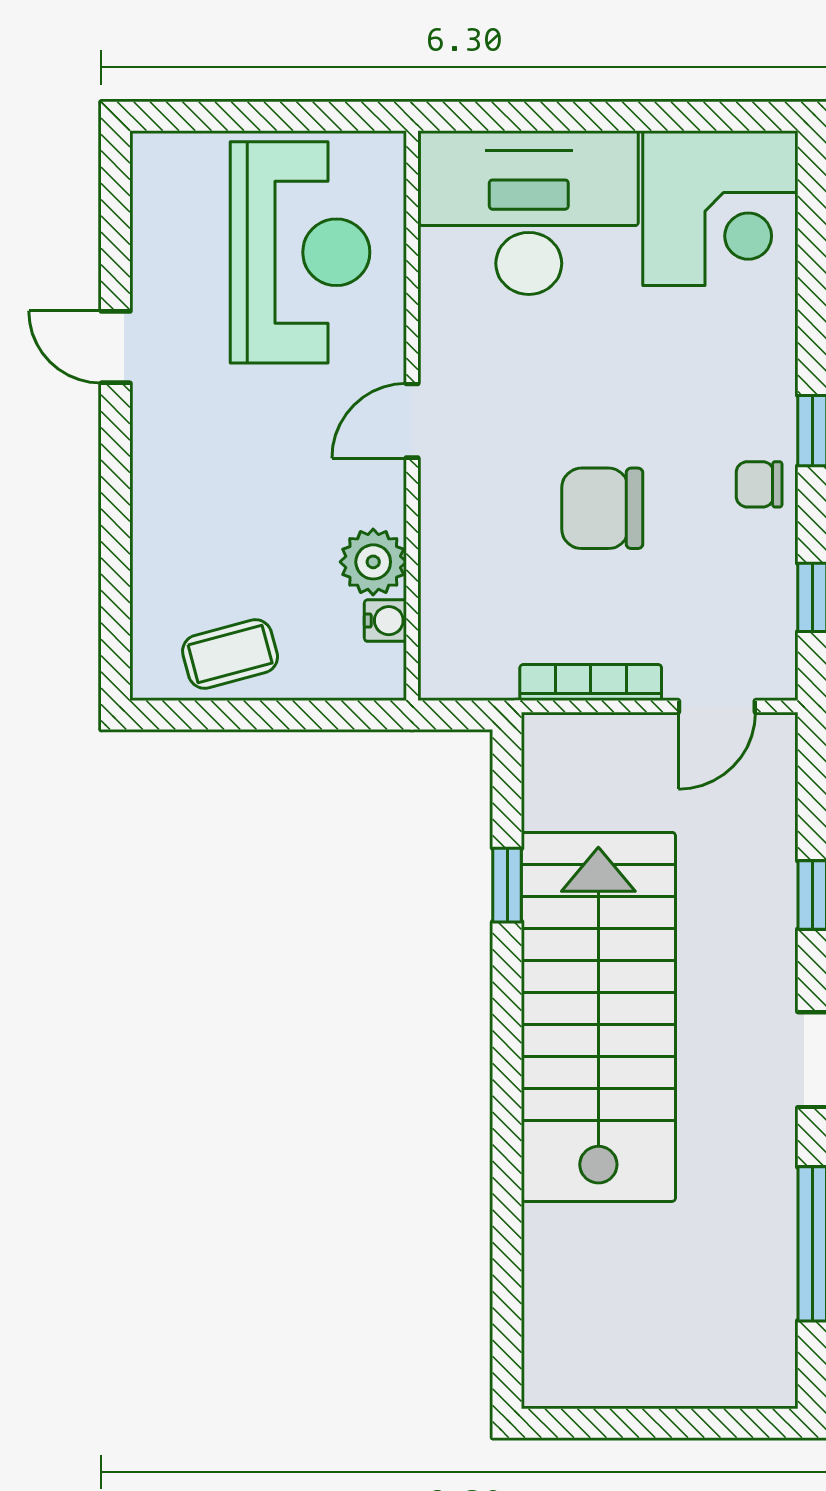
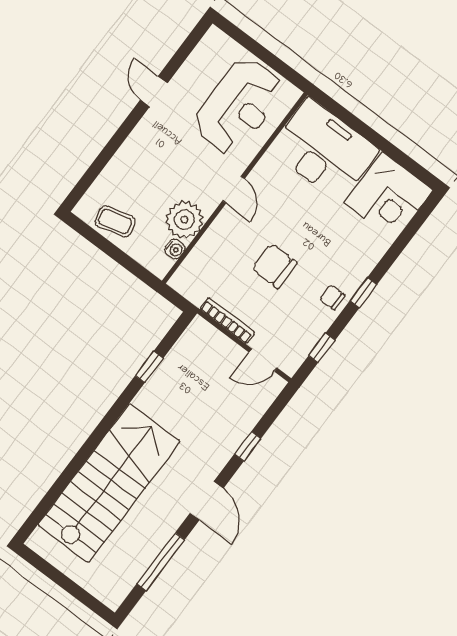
door: (412, 421) -> (233, 190), swing flipped
plant: (373, 562) -> (184, 220), width x1.36, depth x1.36
stairs: (598, 1017) -> (109, 483), moved

